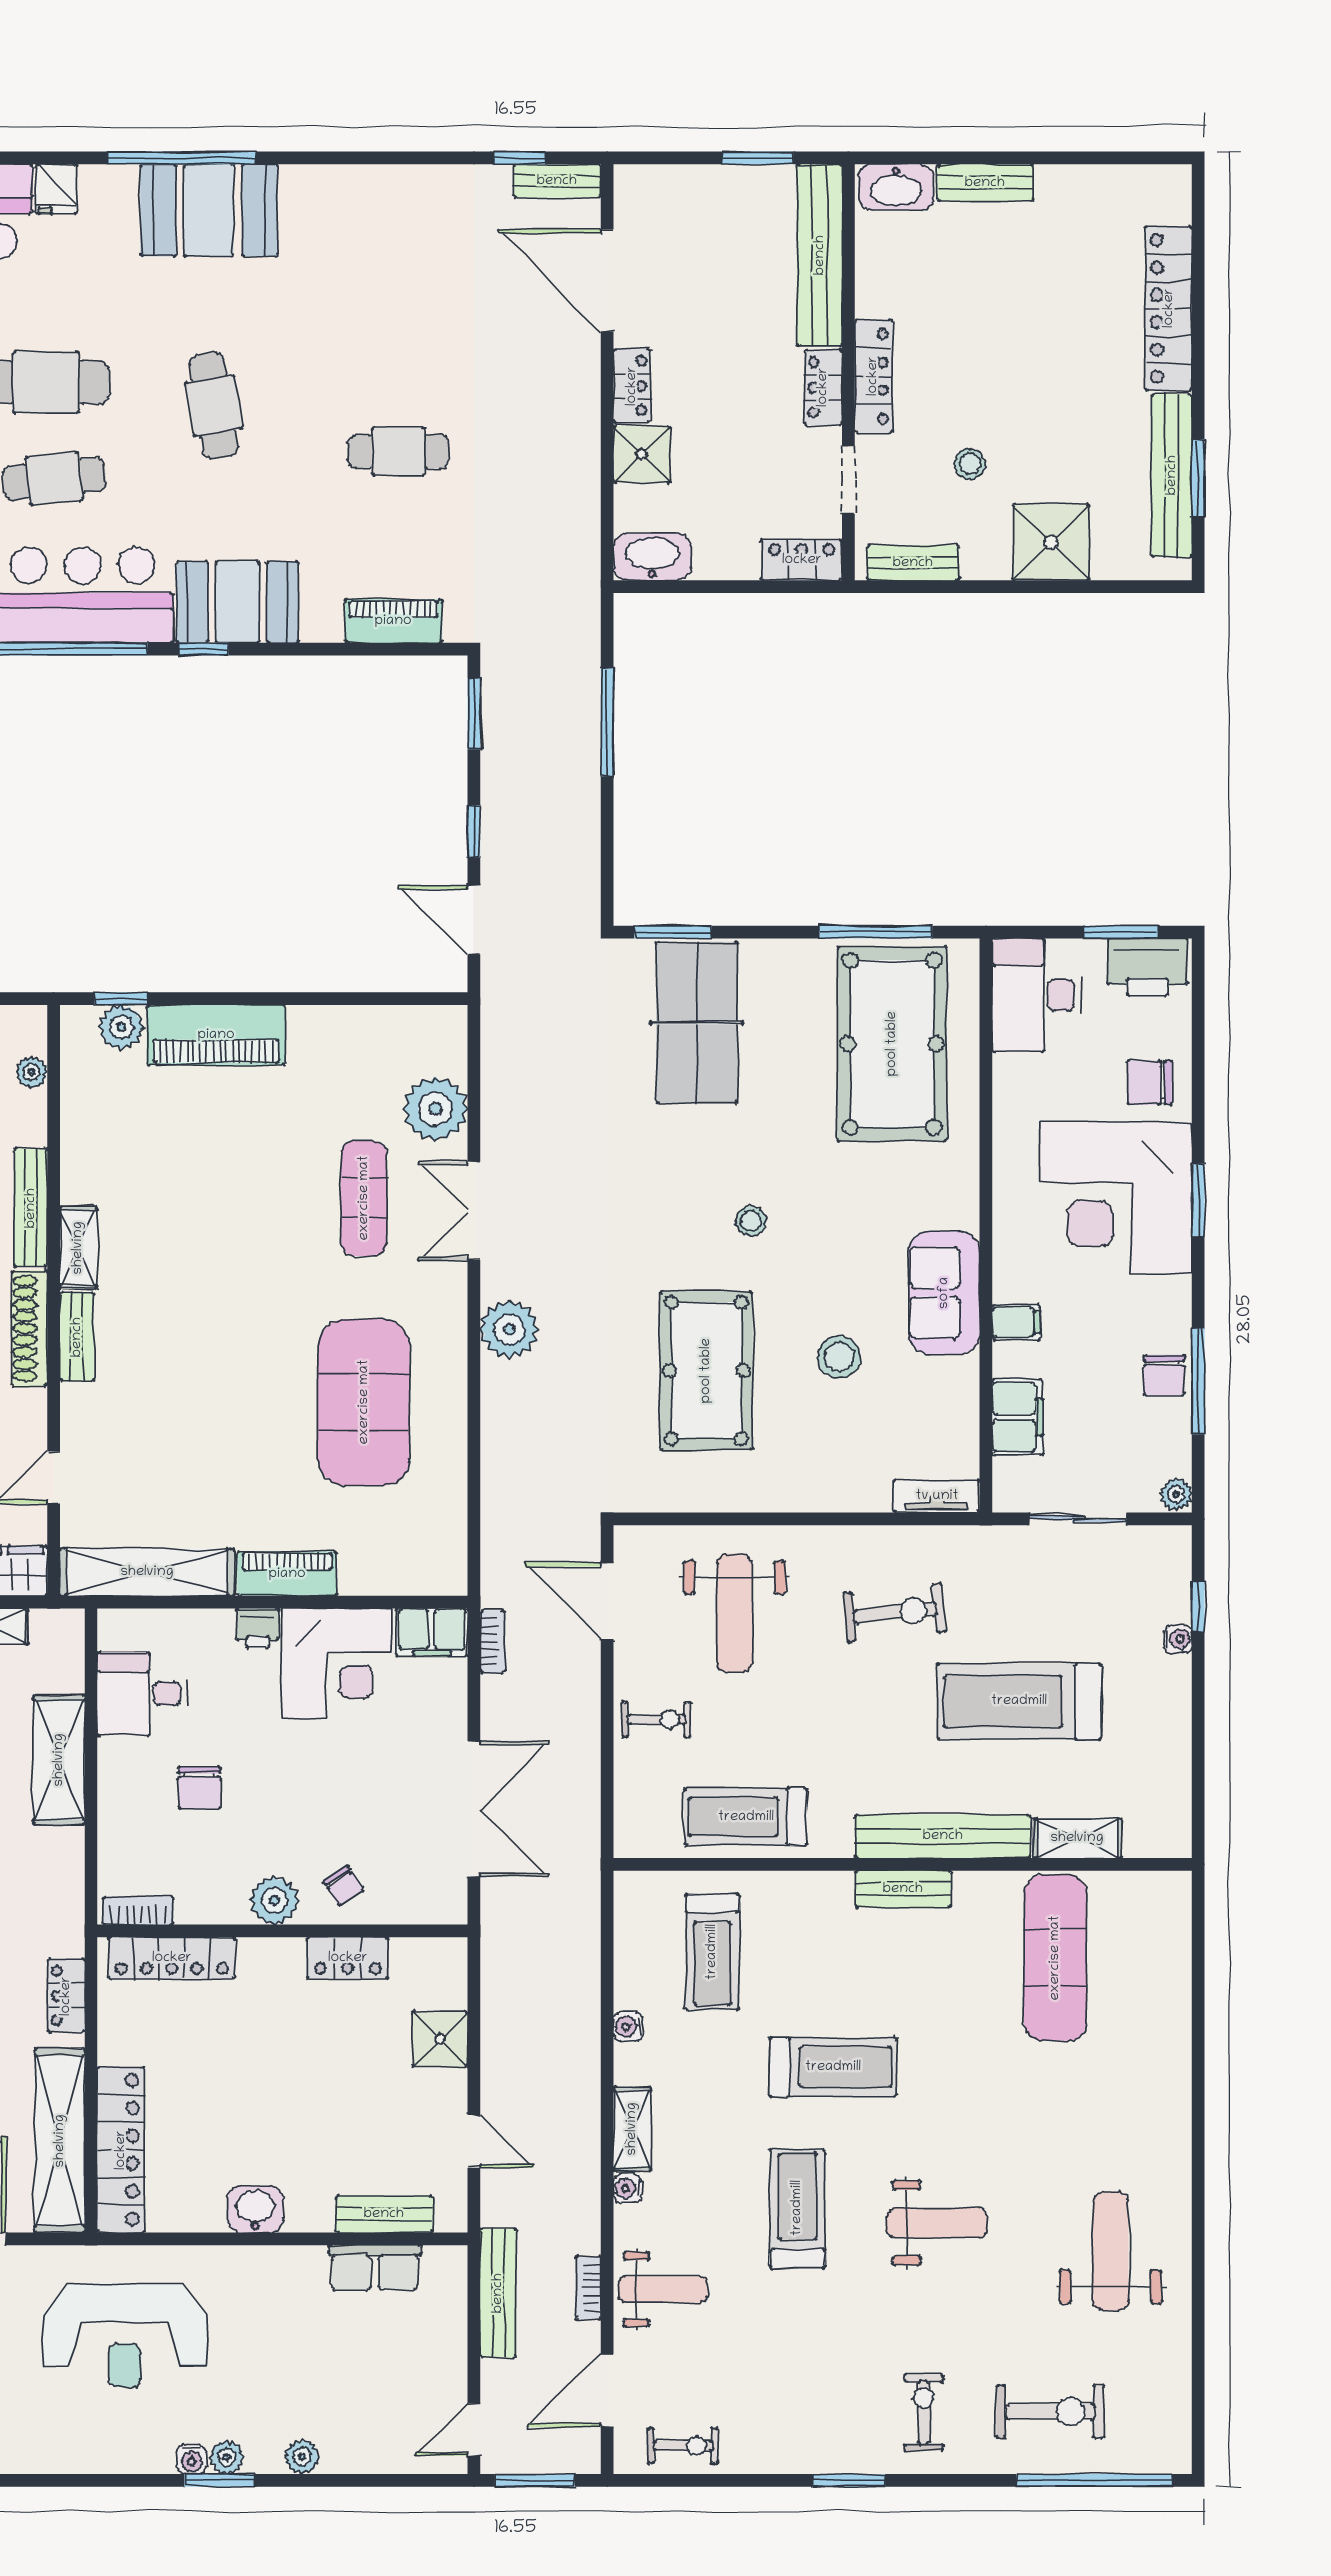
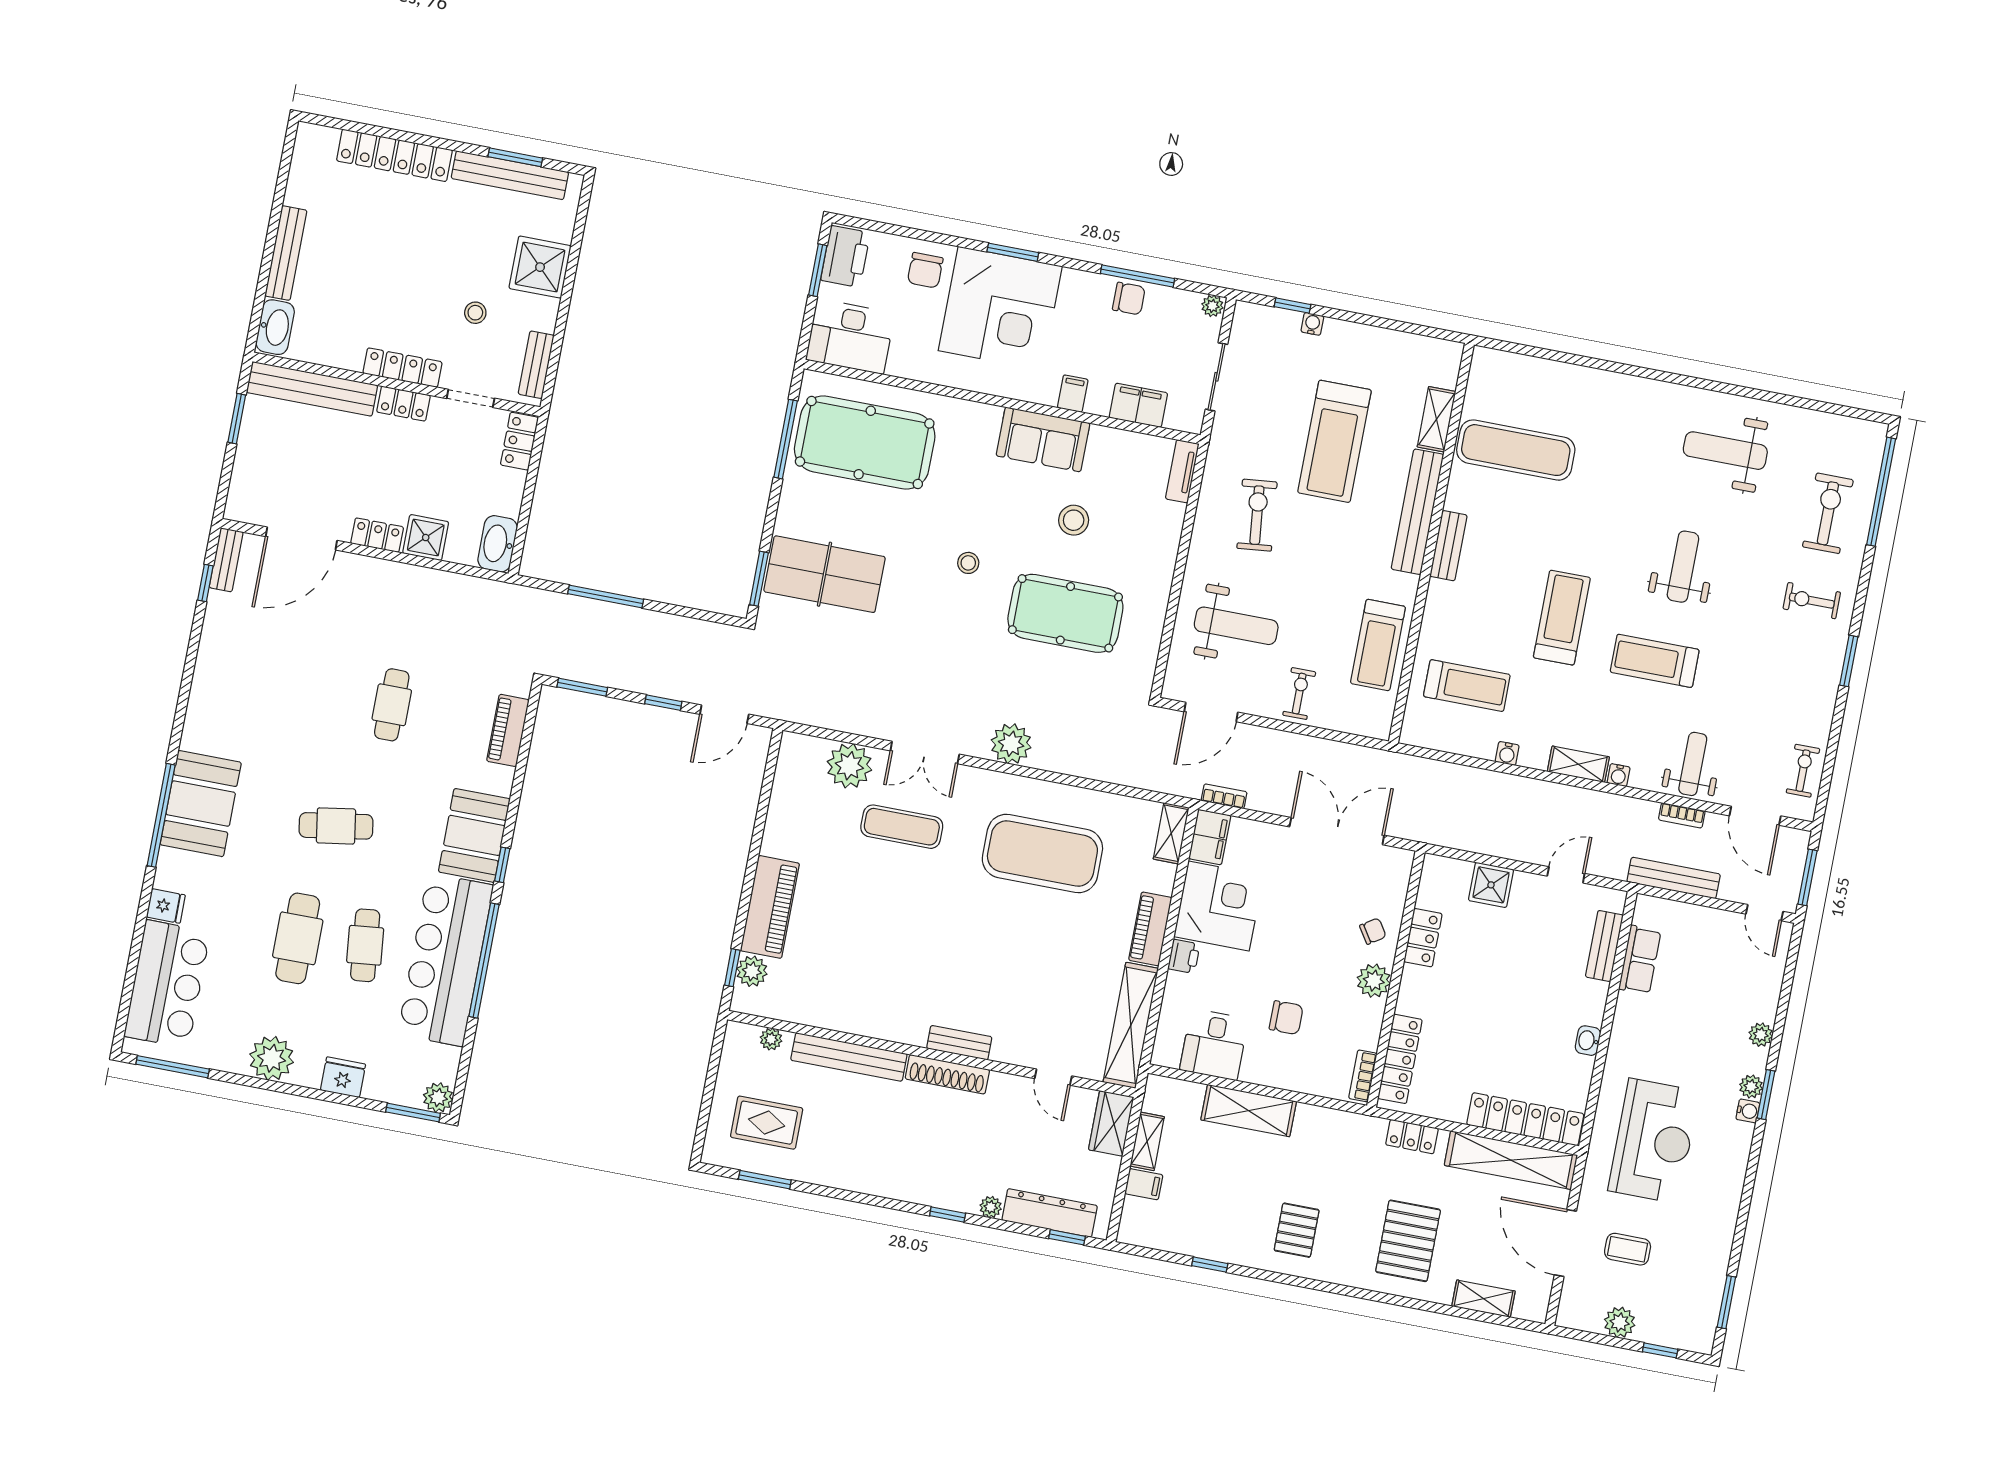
bench: (985, 183) -> (286, 253), width x1.36
bench: (31, 1208) -> (849, 1057), width x1.37, depth x1.21
shelving: (78, 1248) -> (1171, 833), moved, turned 90
washbasin: (255, 2209) -> (1588, 1041), width x0.72, depth x0.69

